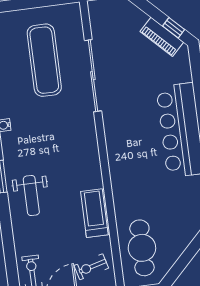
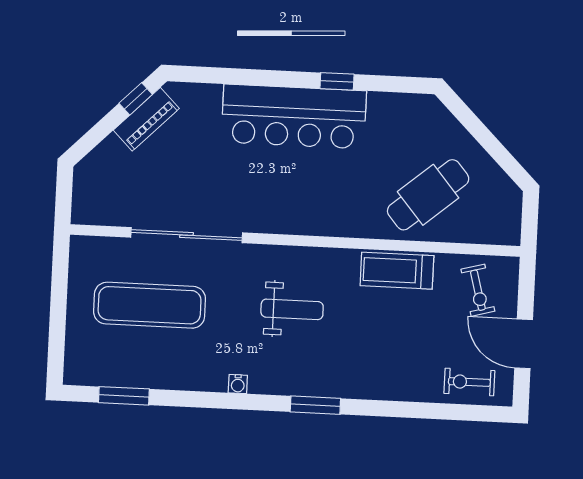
weight bench: (31, 196) -> (292, 309), moved
cafe table: (142, 248) -> (428, 195), moved, turned -40

